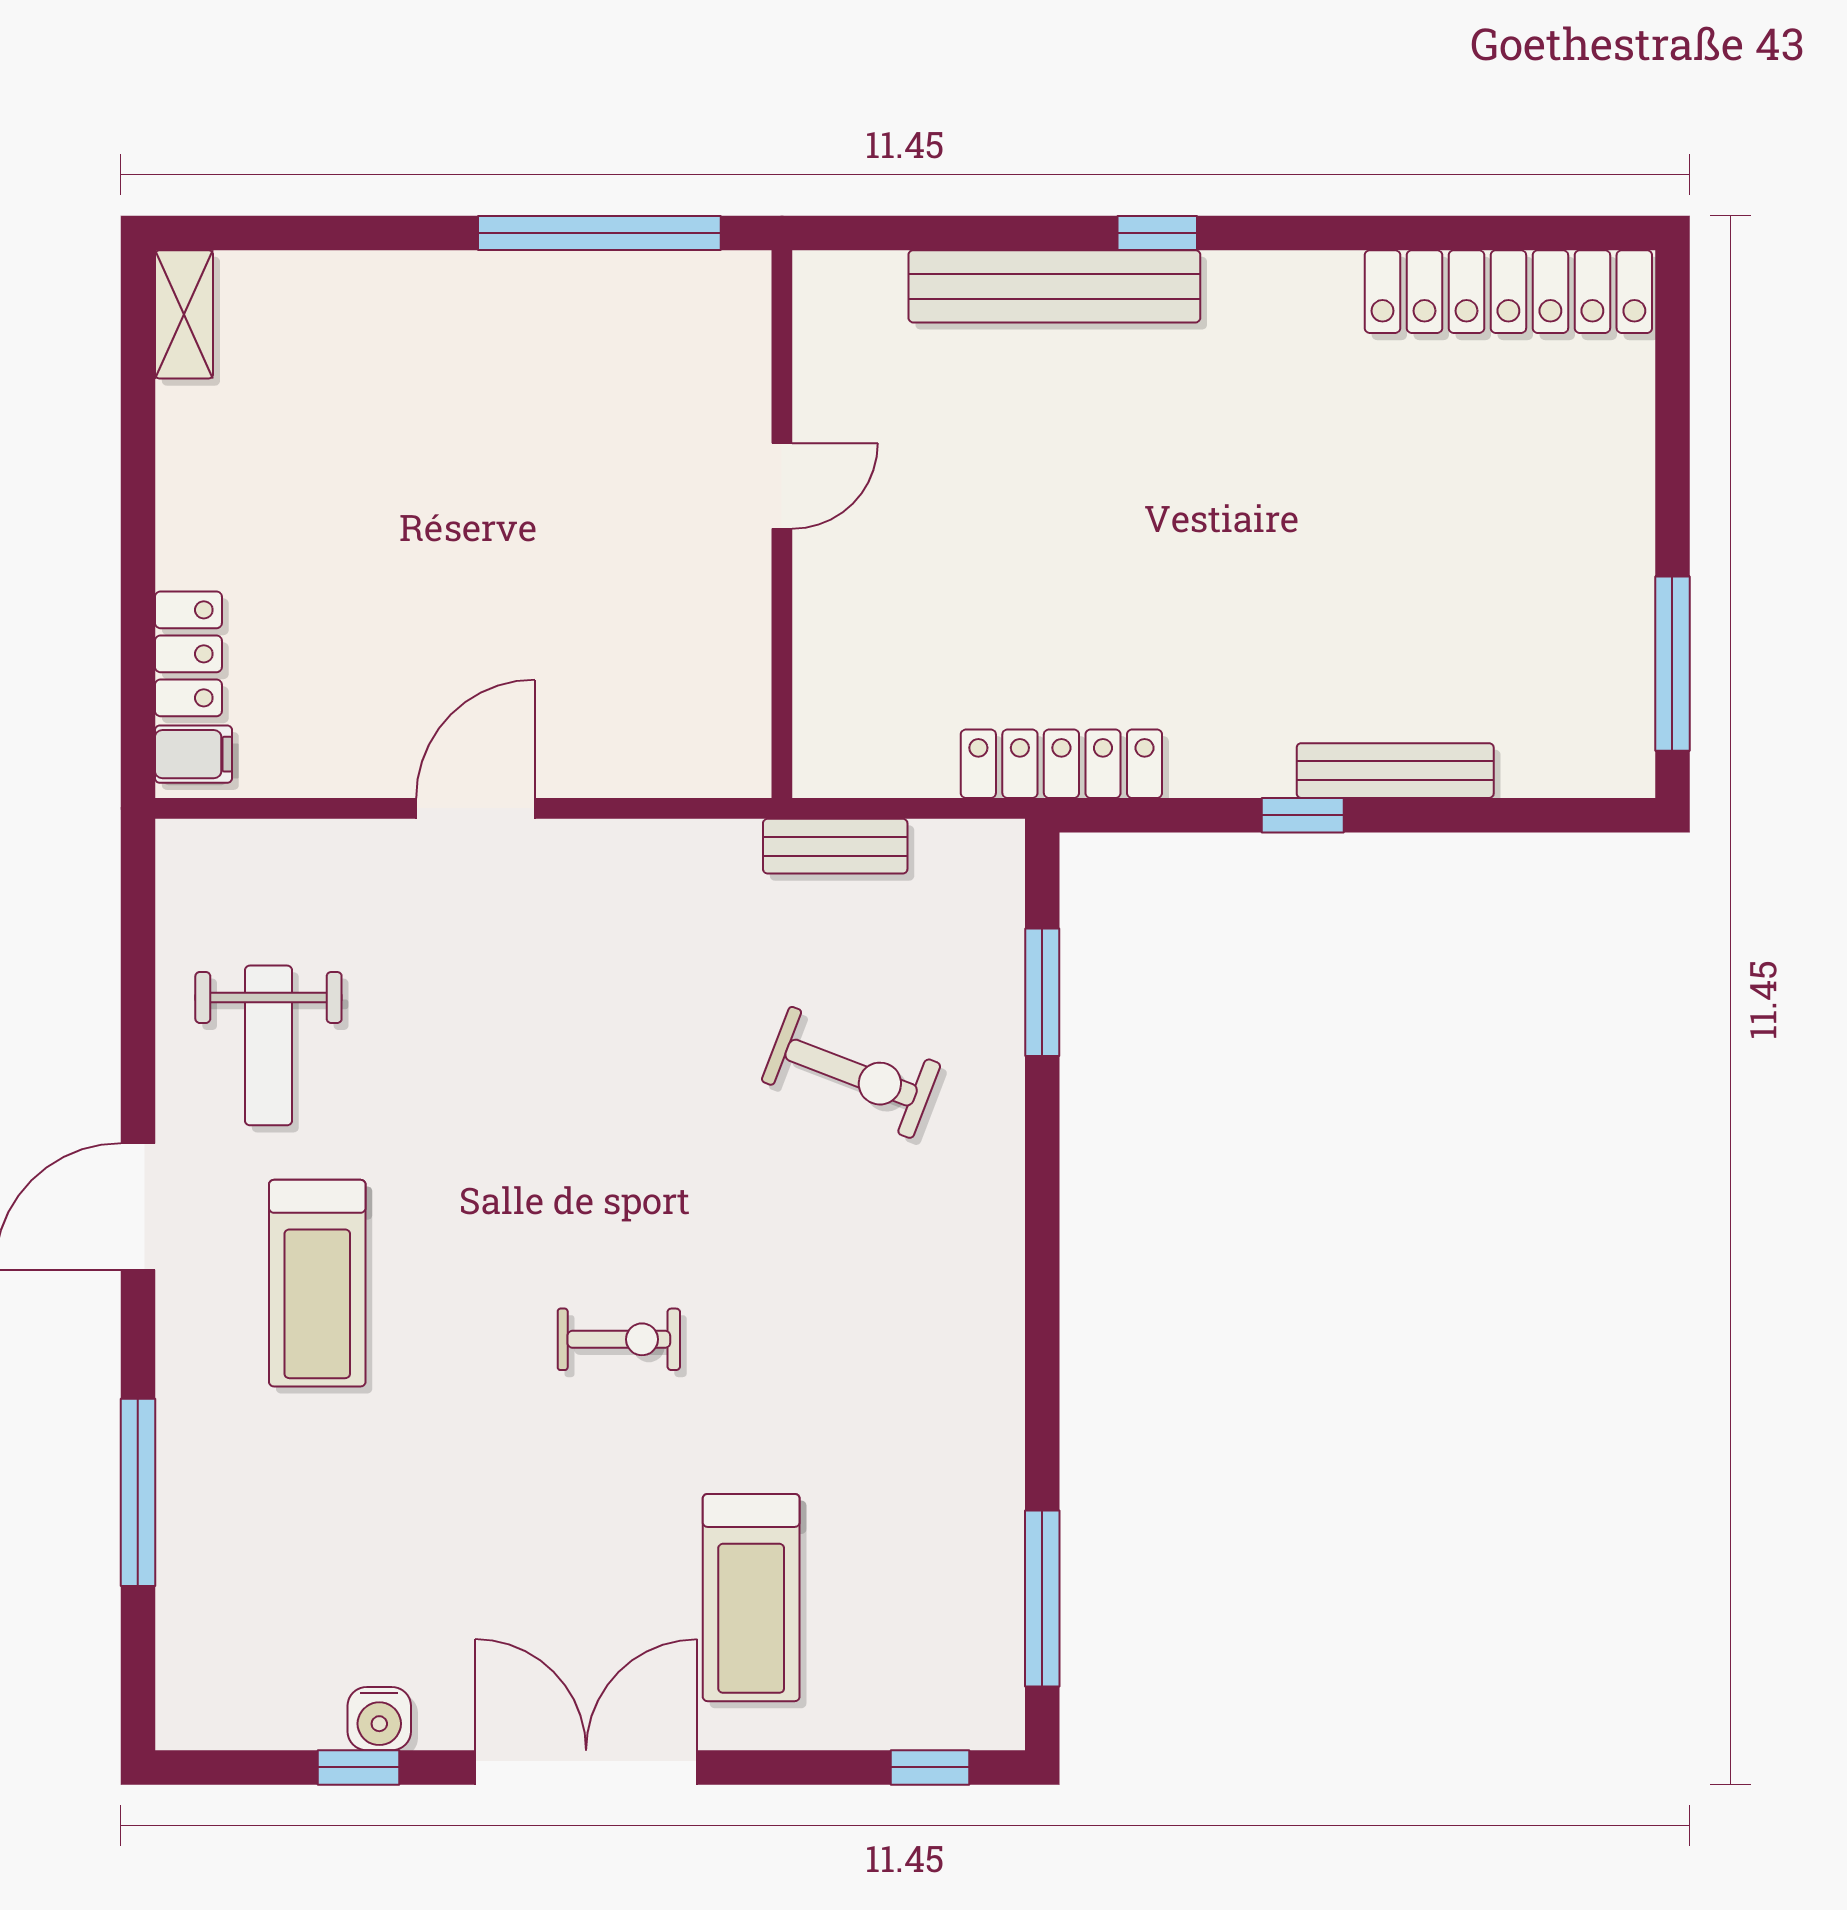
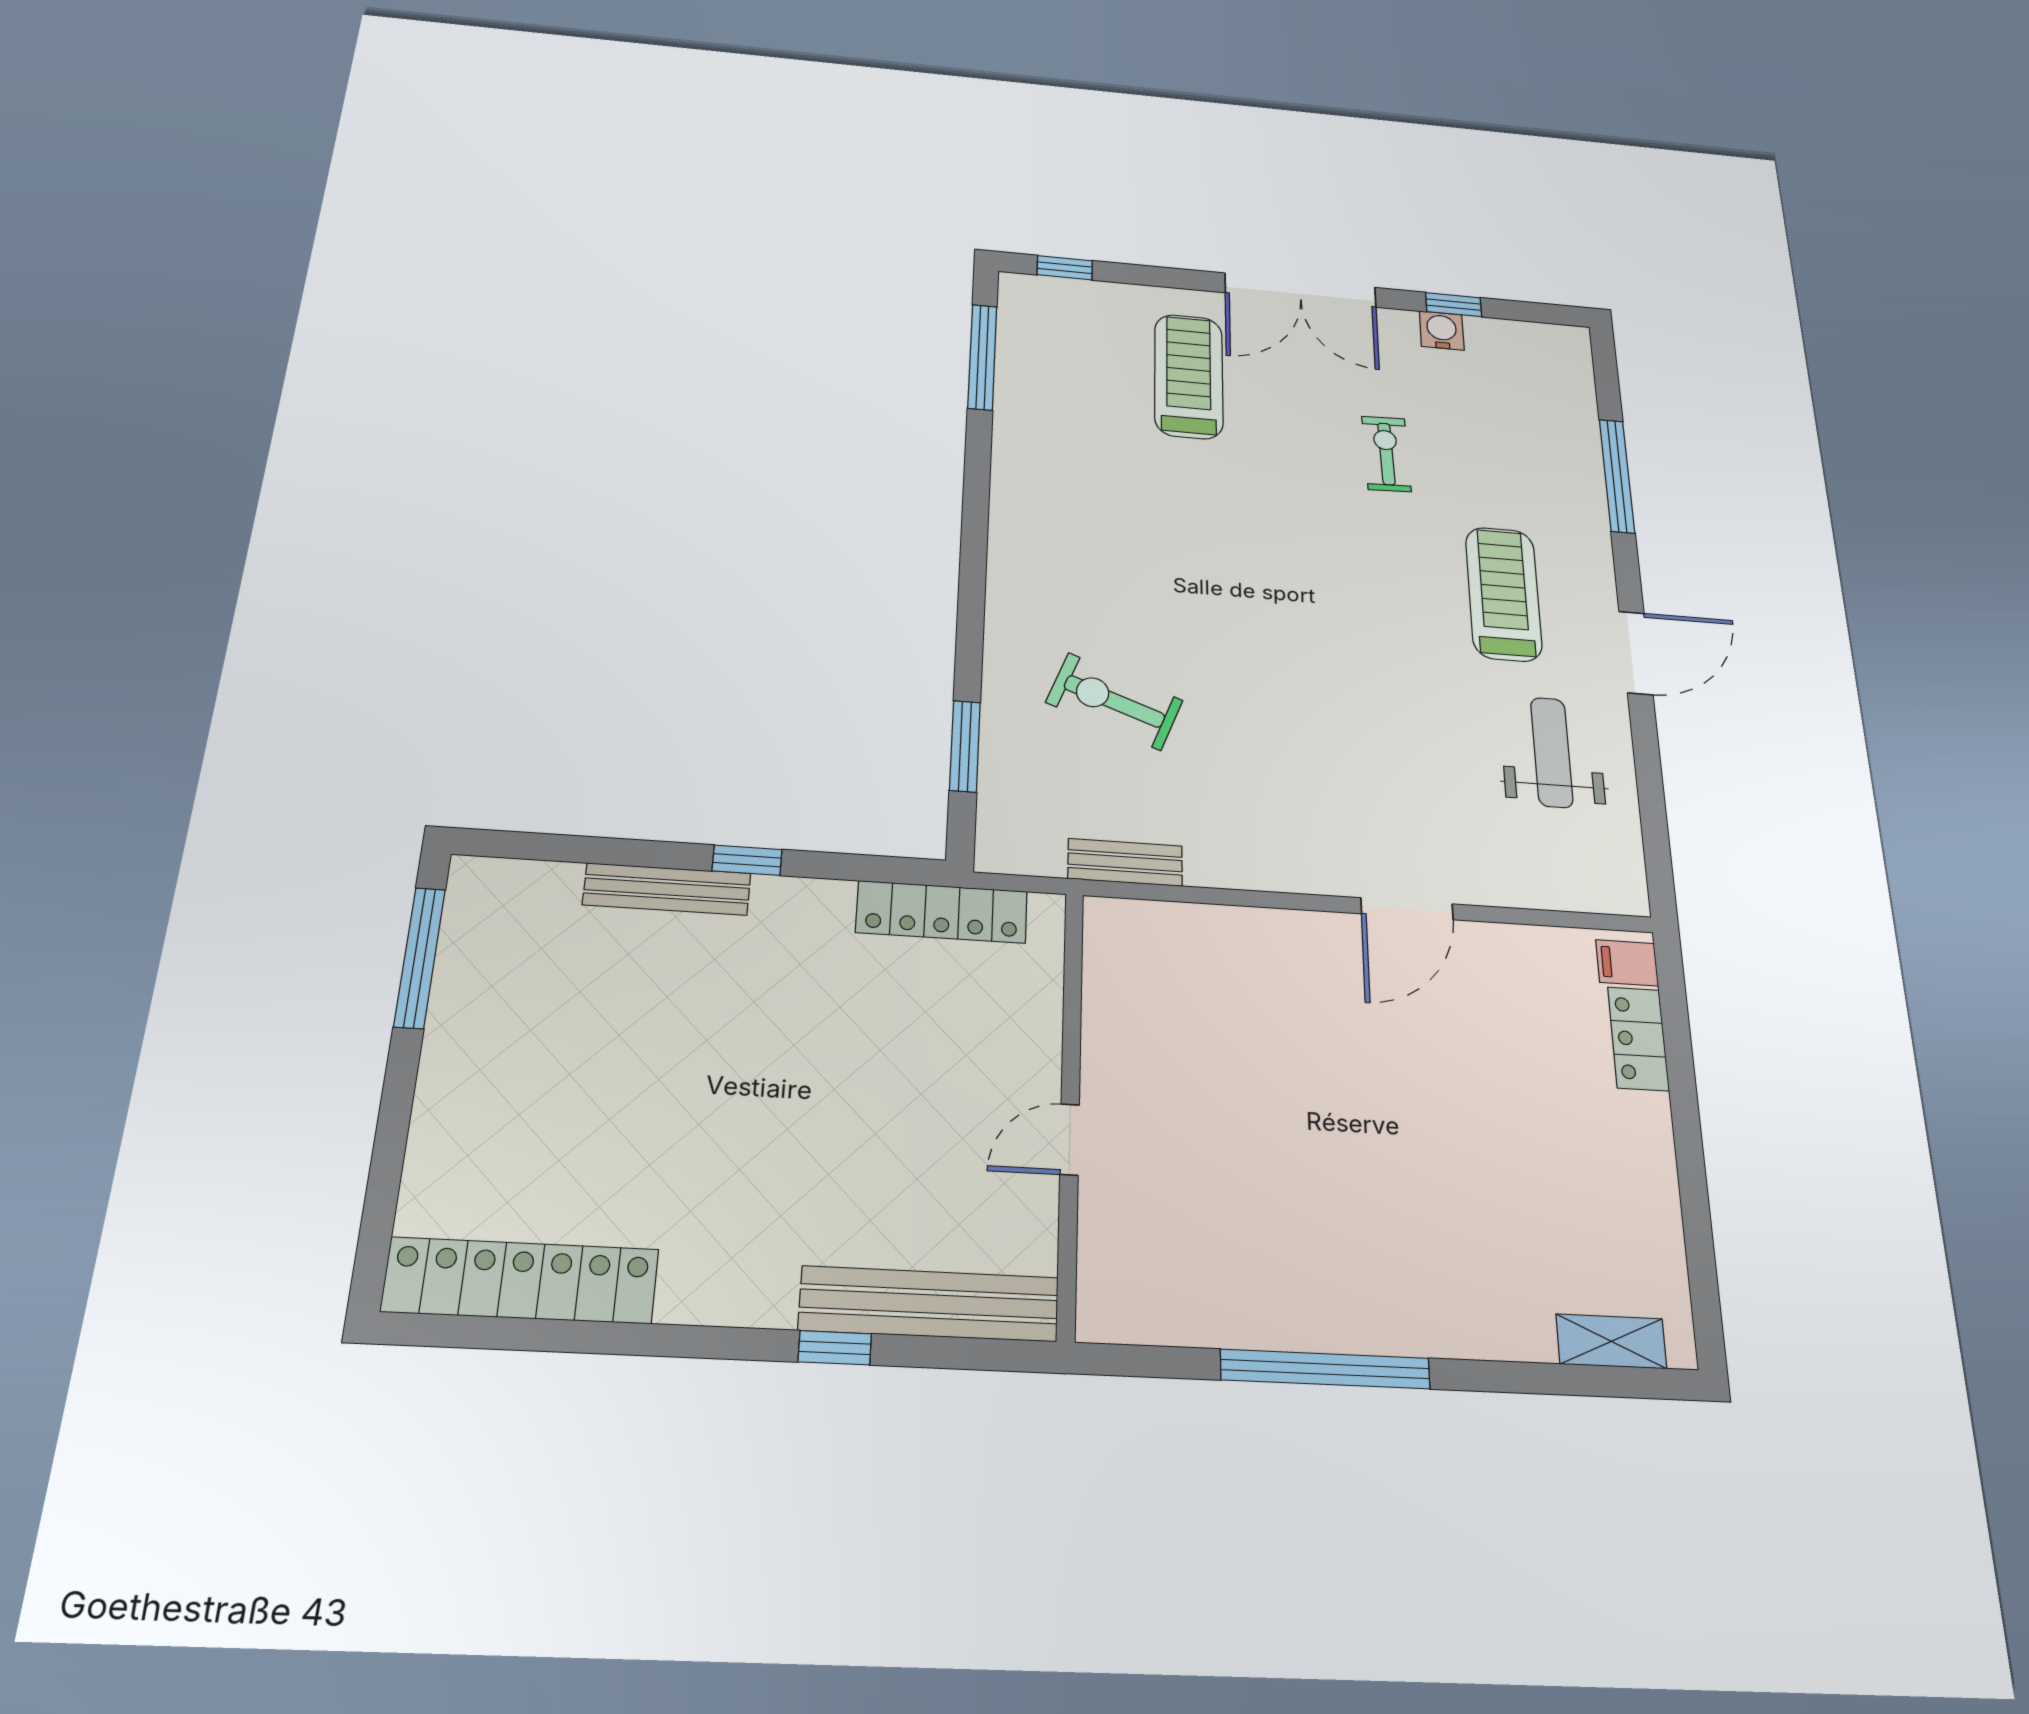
shelving: (184, 314) -> (1611, 1341), moved, turned 90
door: (782, 486) -> (1070, 1140), moved
wall: (782, 524) -> (1070, 1108), moved
exercise bike: (619, 1339) -> (1386, 454), moved, turned 88

